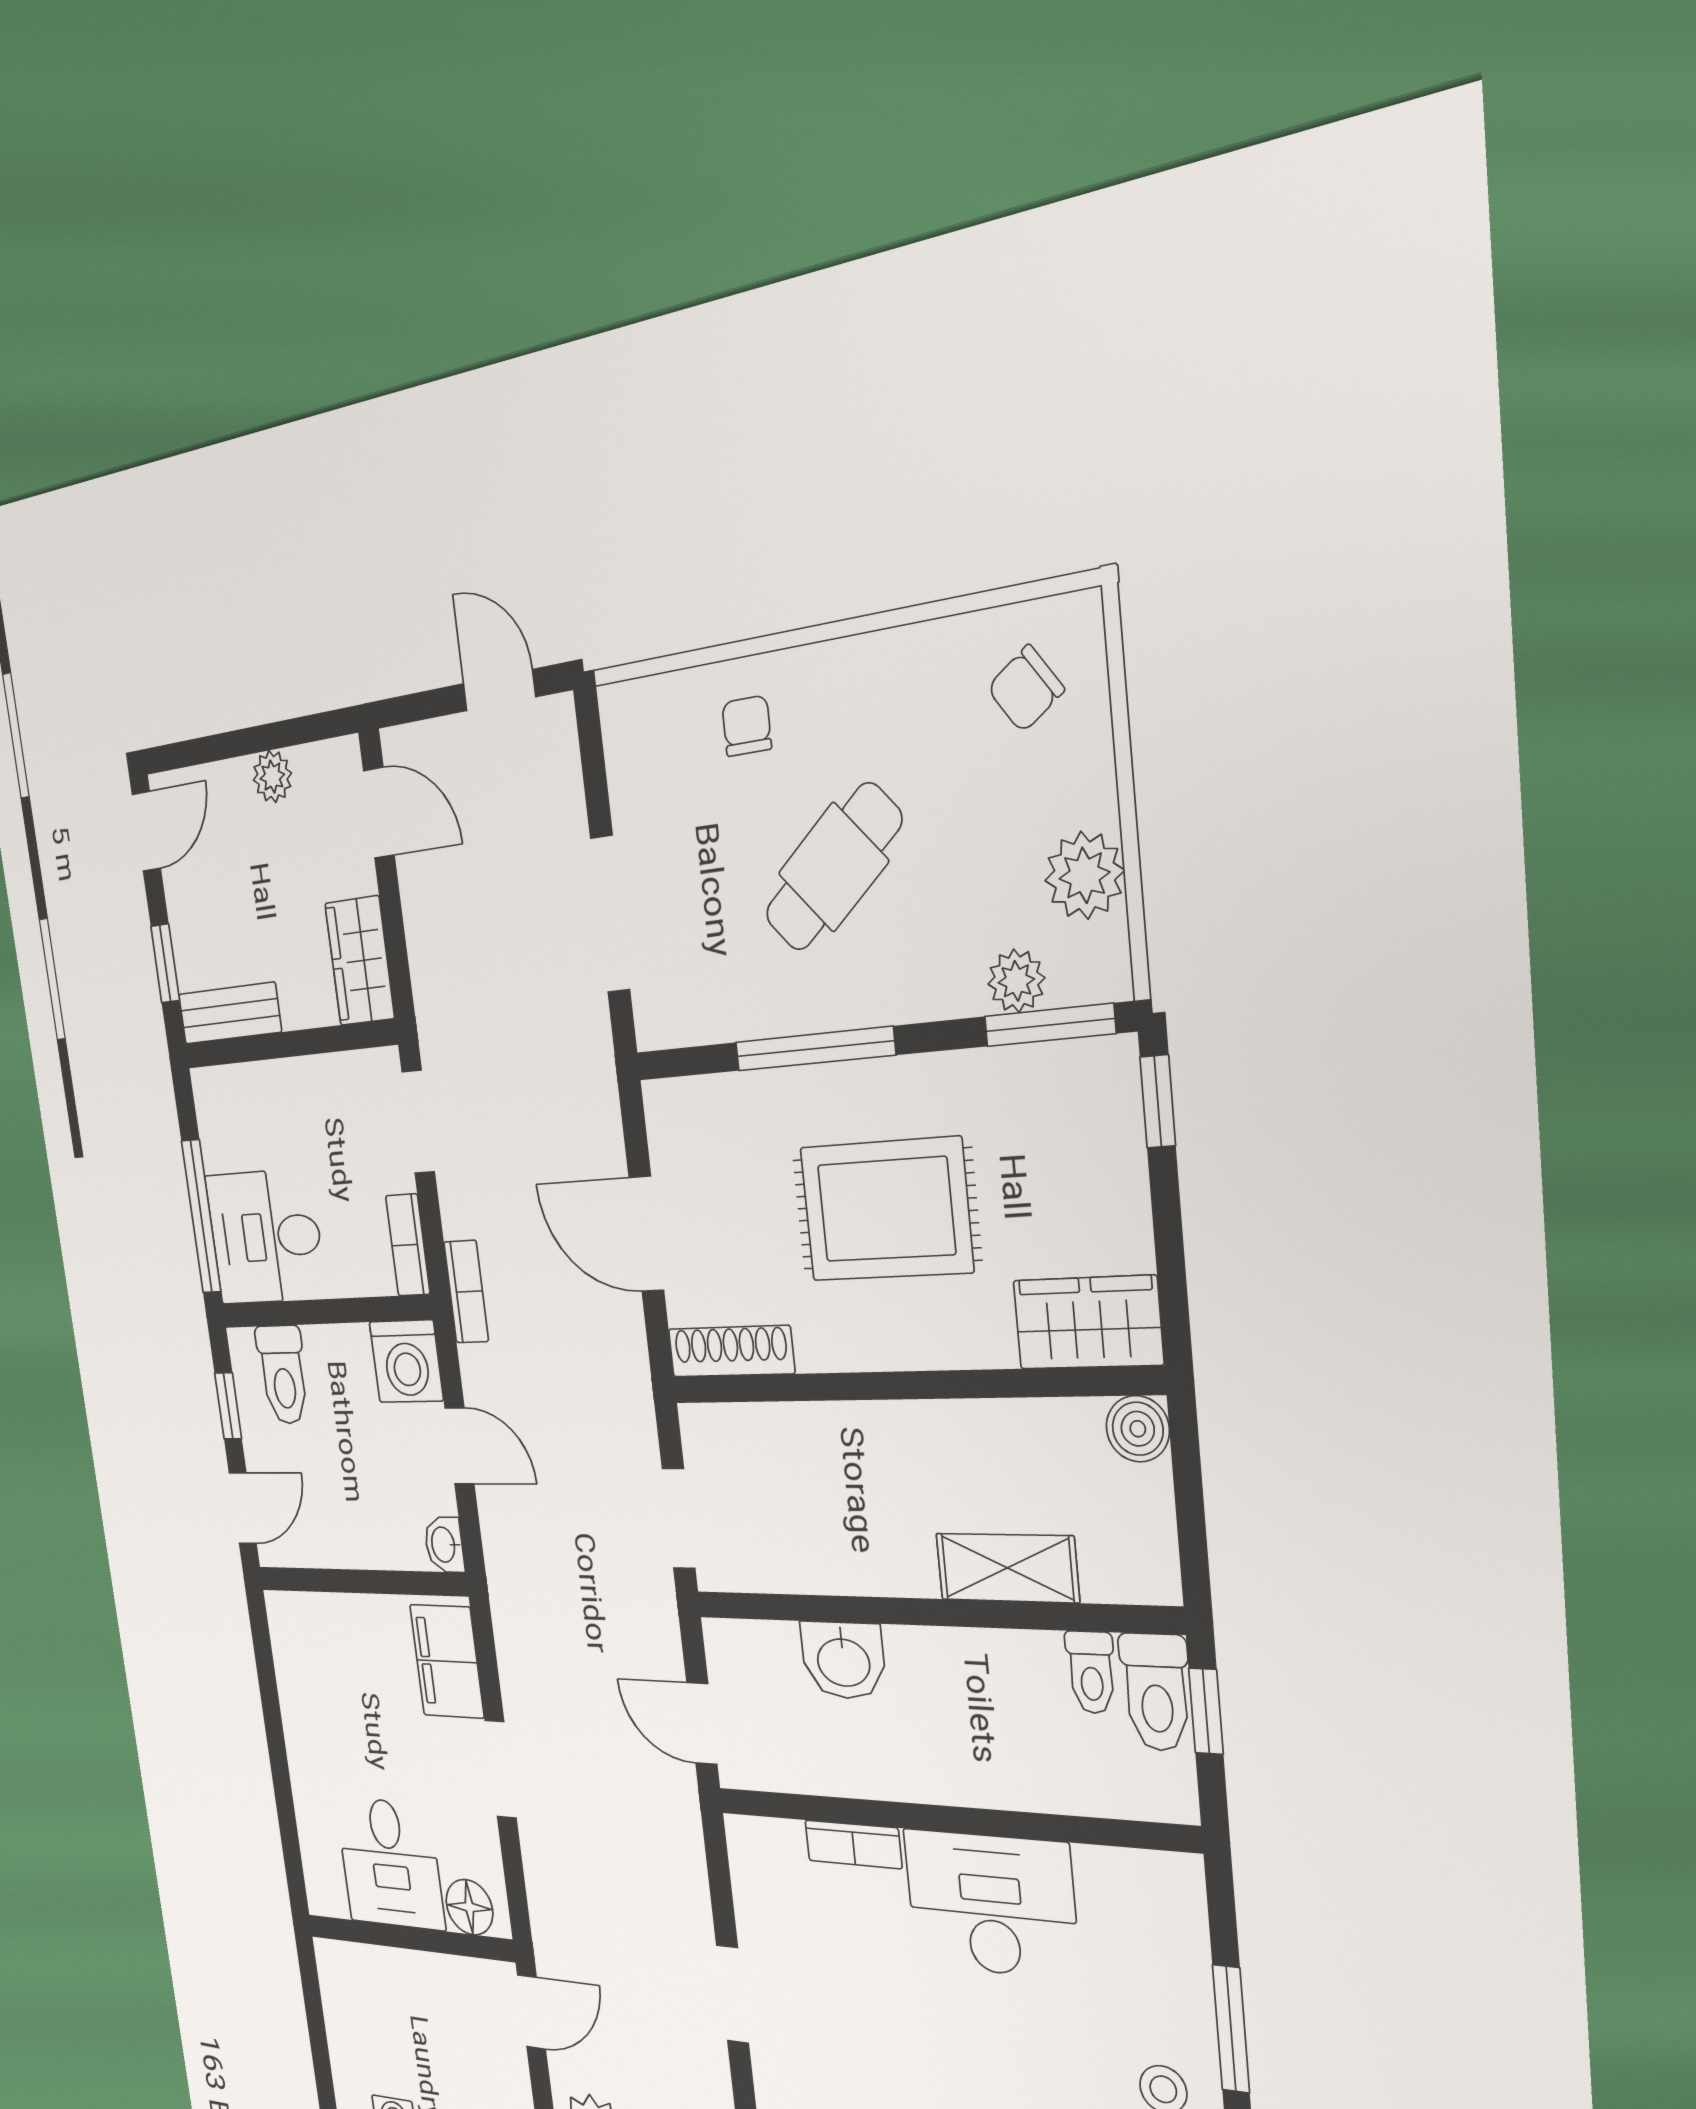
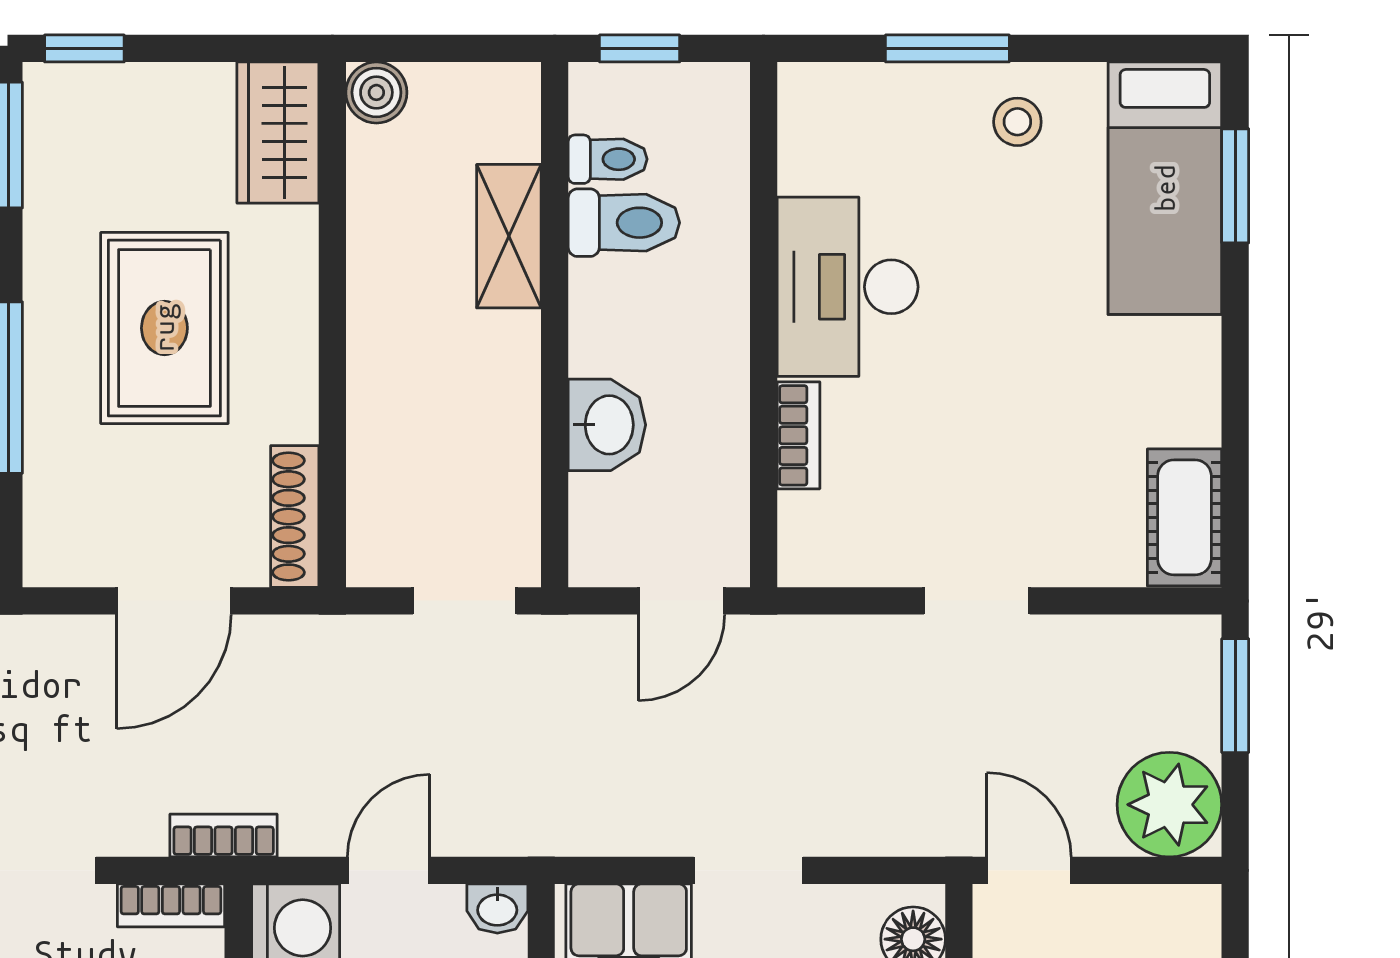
toilet: (1156, 1692) -> (624, 223), moved

